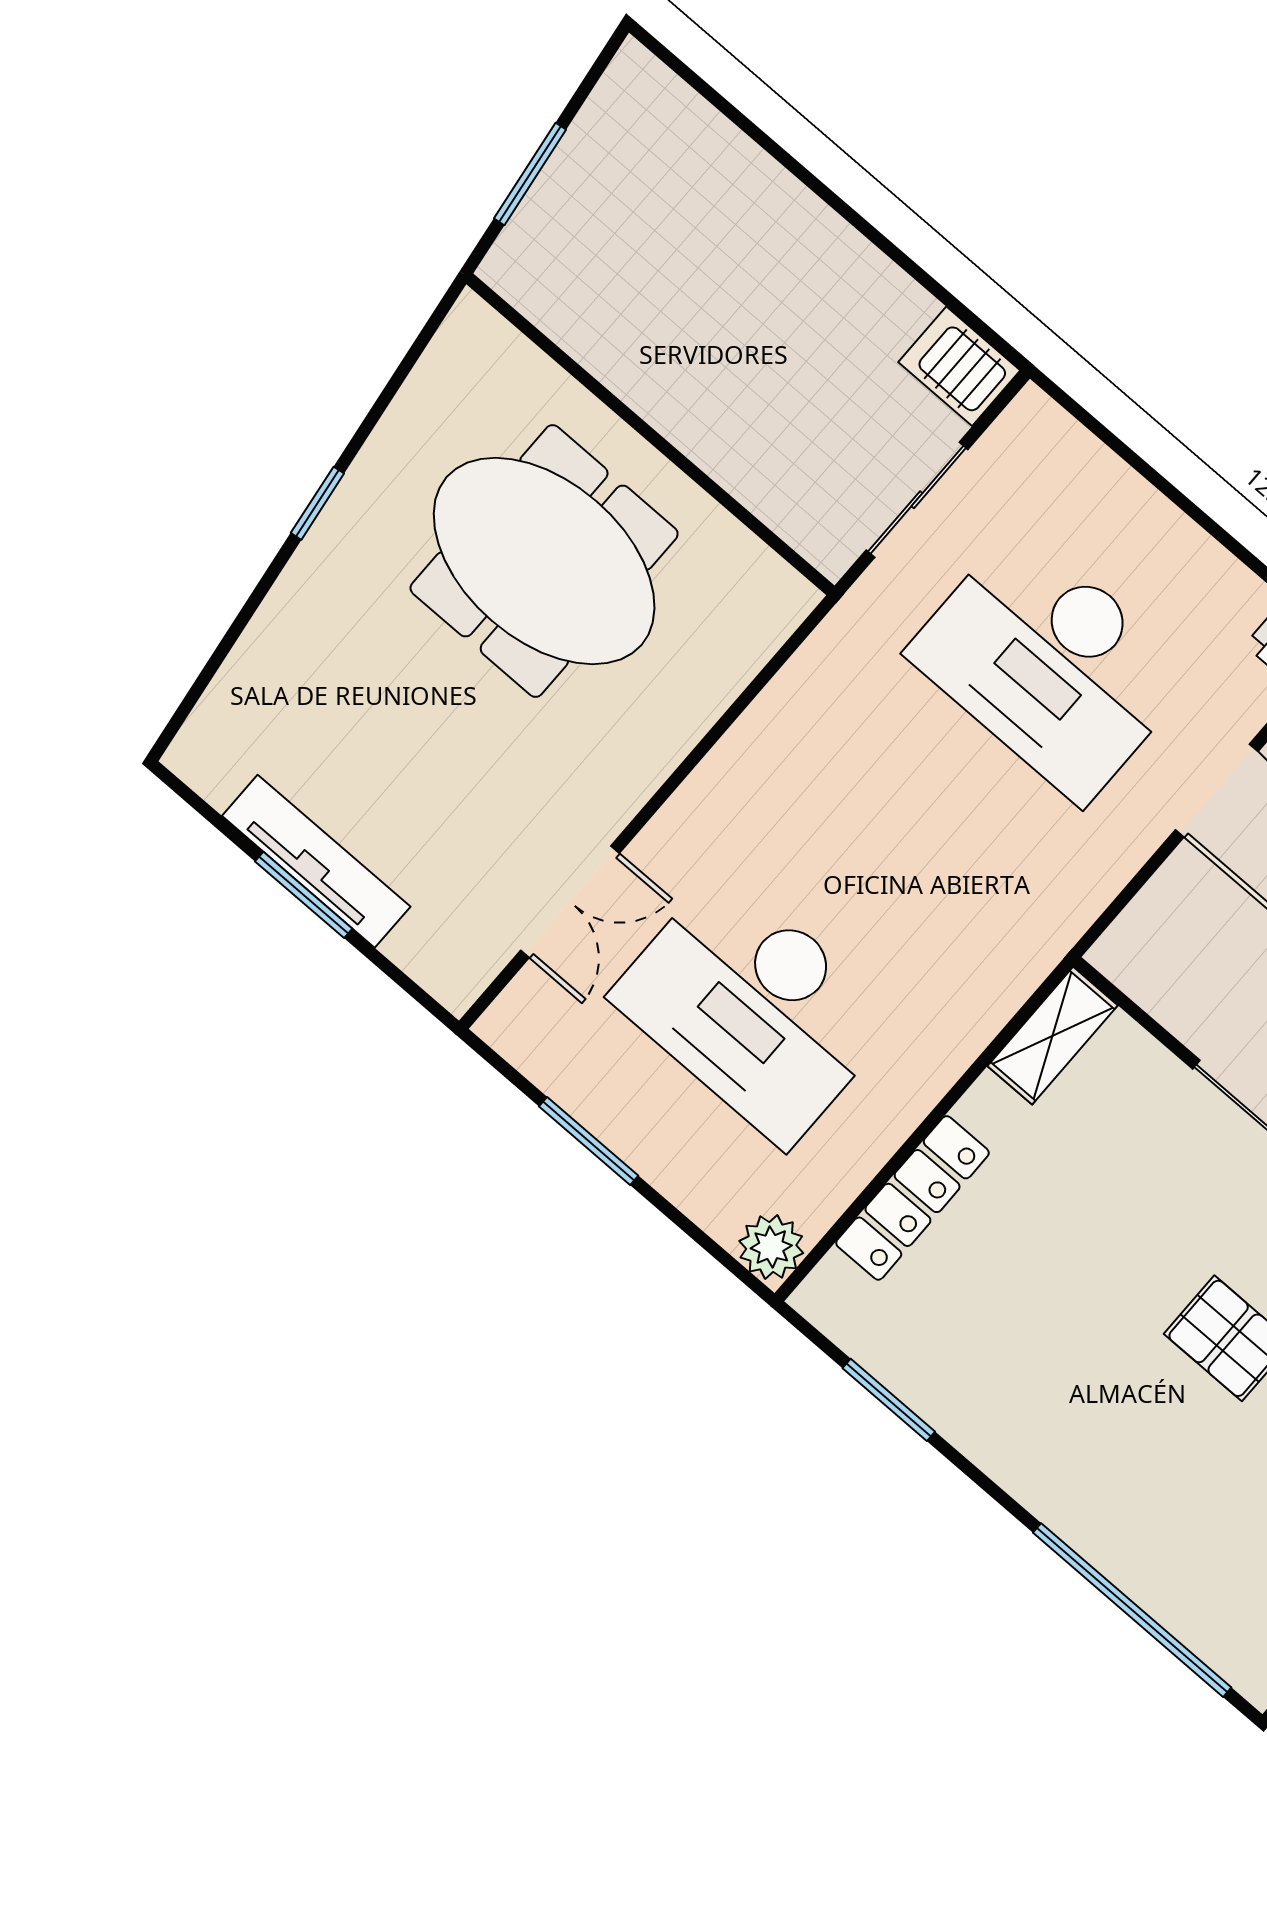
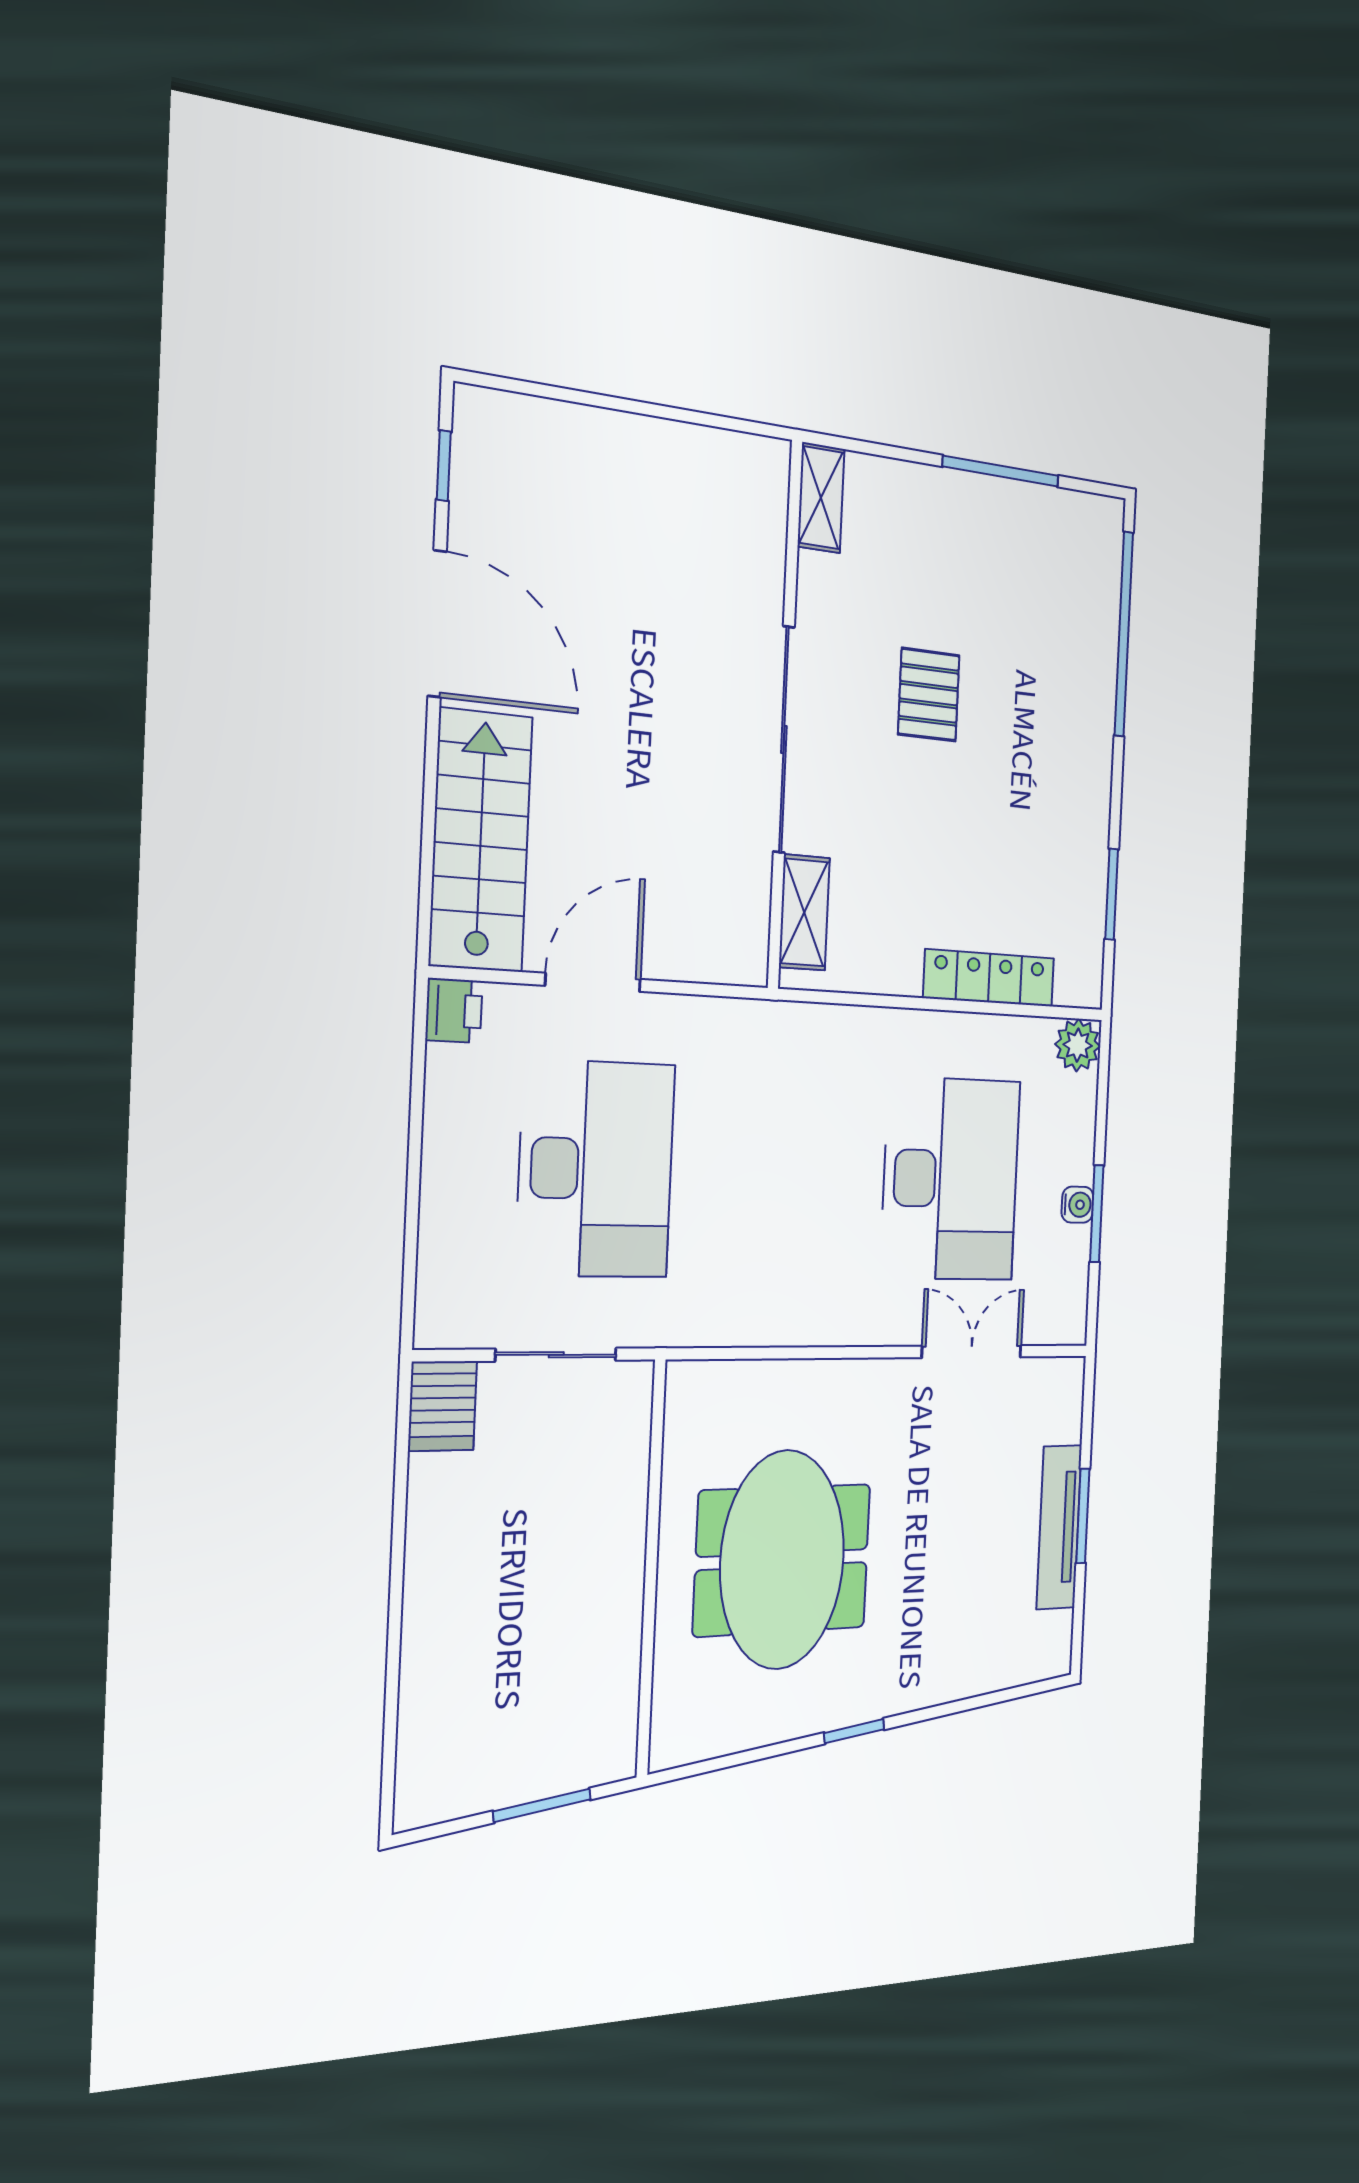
shelving: (1053, 1036) -> (804, 912), moved, turned 90
water cooler: (615, 1126) -> (1077, 1205), added

